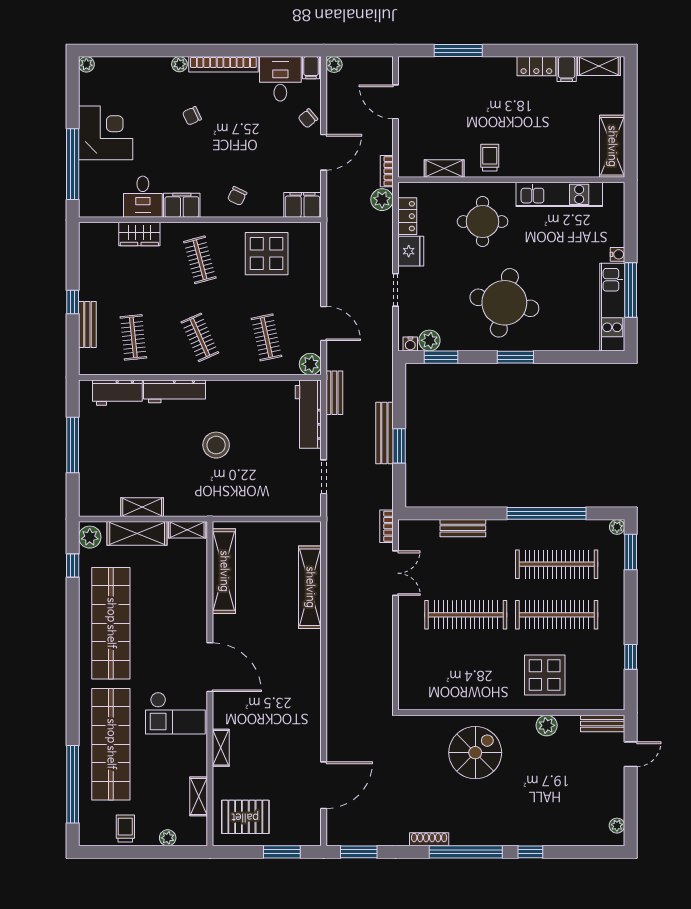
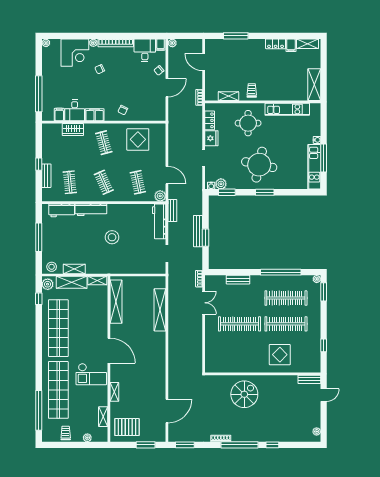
corner desk: (106, 133) -> (75, 53), moved, turned 90
plant: (382, 200) -> (197, 112), removed
filing cabinet: (303, 205) -> (59, 115), moved, width x0.50
stool: (98, 503) -> (52, 267), added
plant: (547, 725) -> (281, 380), removed

